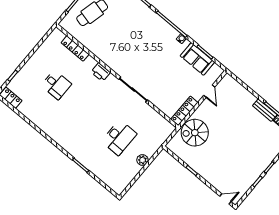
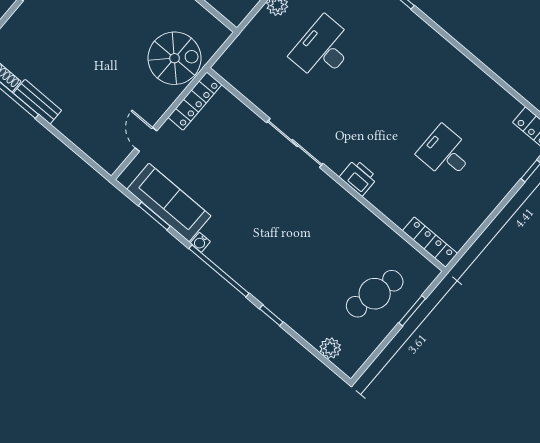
locker: (75, 48) -> (430, 242), moved
sofa: (197, 59) -> (169, 203), width x1.36

